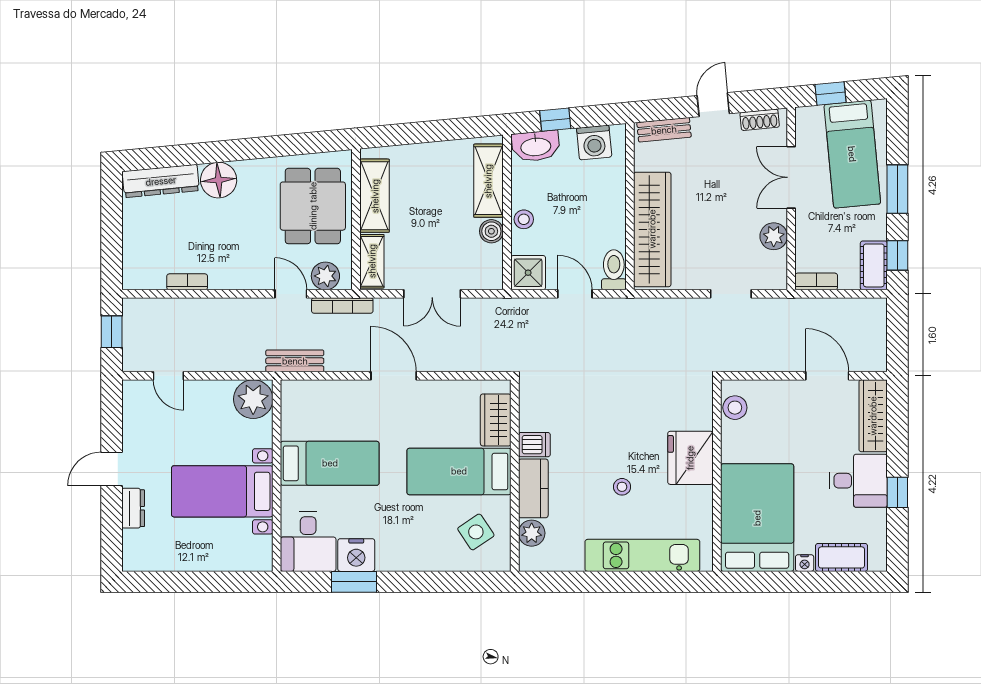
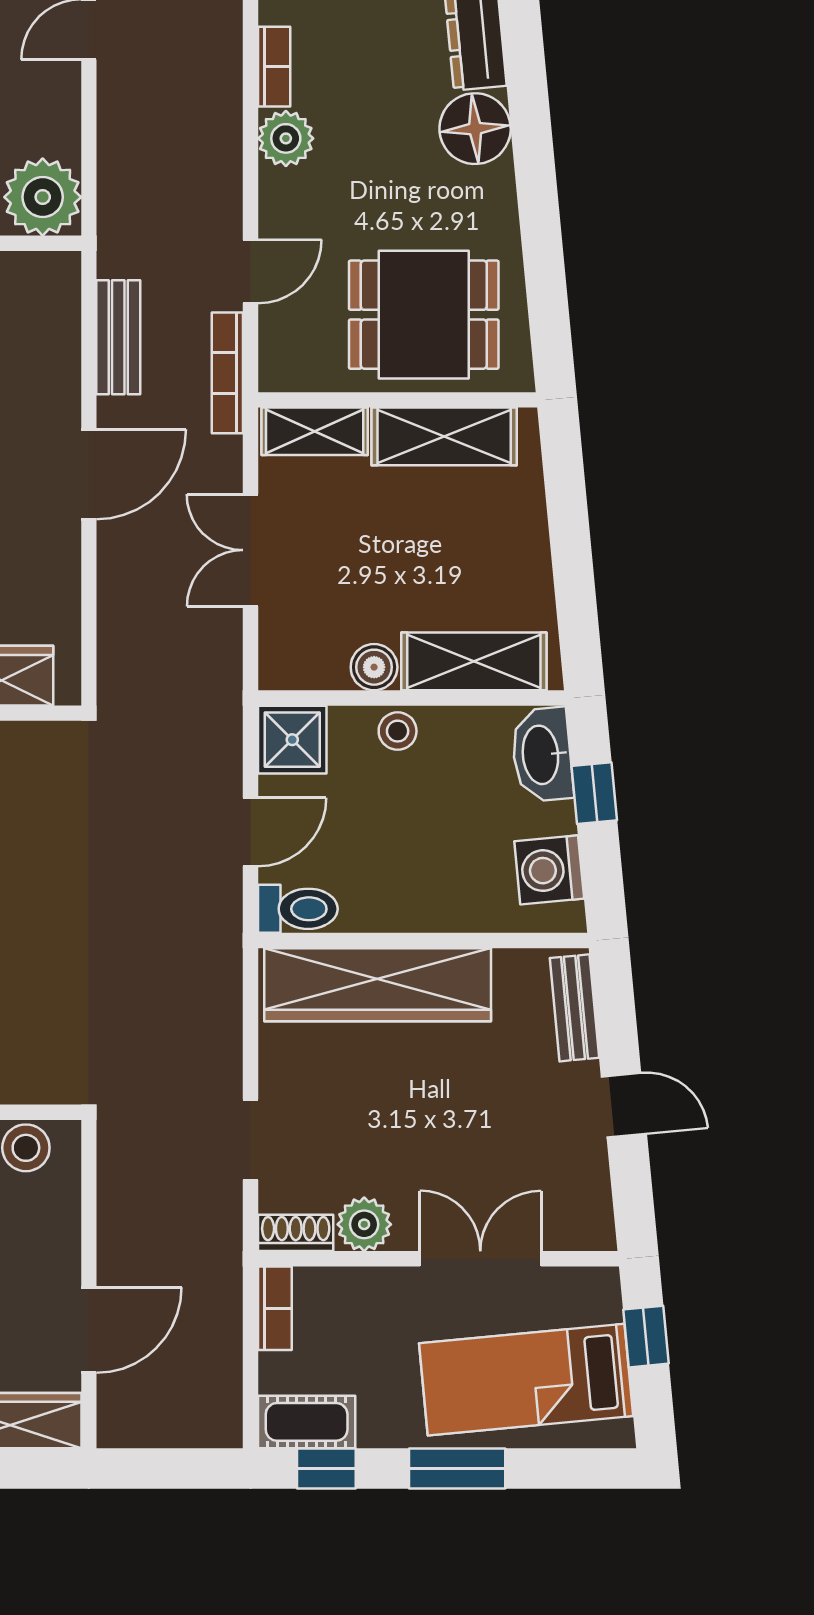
shoe rack: (760, 120) -> (296, 1233), moved, turned 95
plant: (325, 276) -> (286, 138), moved
bench: (295, 361) -> (118, 337), moved

